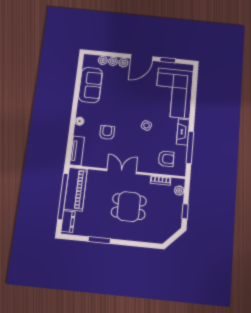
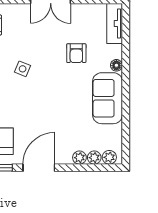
plant: (123, 63) -> (109, 157), moved
sofa: (91, 85) -> (107, 98), moved

